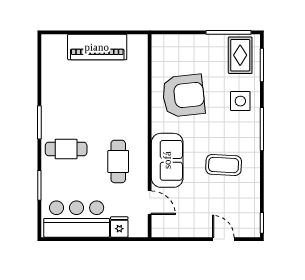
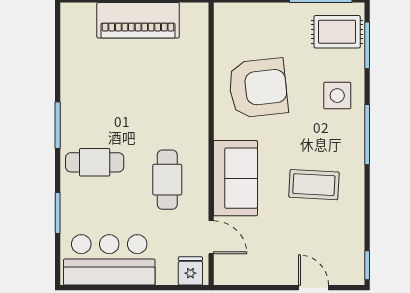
rug: (240, 55) -> (337, 32), turned 90
fridge: (119, 227) -> (190, 271), moved

